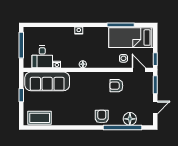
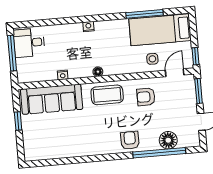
desk: (42, 57) -> (29, 43), moved, turned 90
door: (139, 70) -> (175, 73), hinge flipped
coffee table: (40, 118) -> (107, 95), moved

